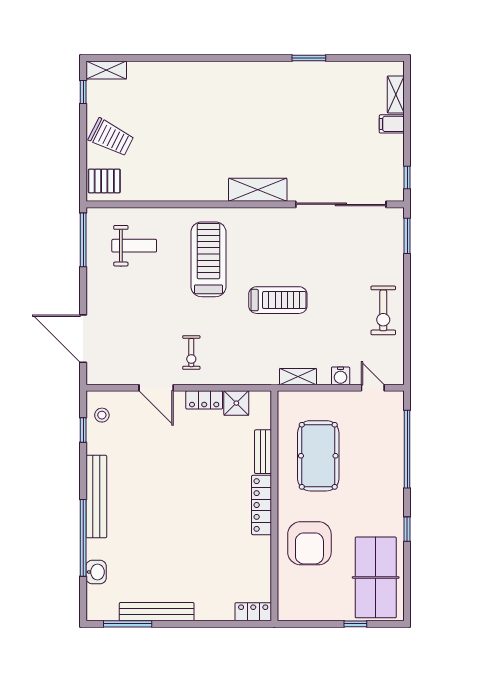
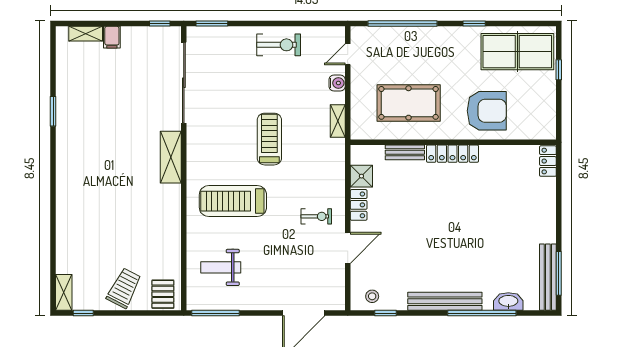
weight bench: (134, 246) -> (221, 267), turned -90
washbasin: (96, 572) -> (508, 301), width x1.38
bench: (157, 612) -> (548, 277), moved

